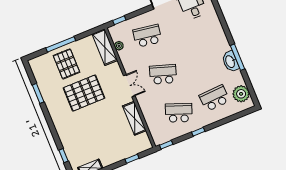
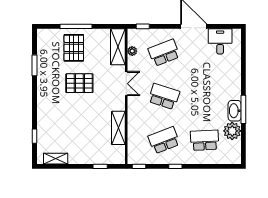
school desk: (147, 36) -> (164, 53), turned -30
double door: (129, 86) -> (126, 84), moved
pallet: (84, 93) -> (79, 83), width x0.73, depth x0.71
plant: (241, 94) -> (232, 131), moved
school desk: (179, 113) -> (164, 140), turned -42

